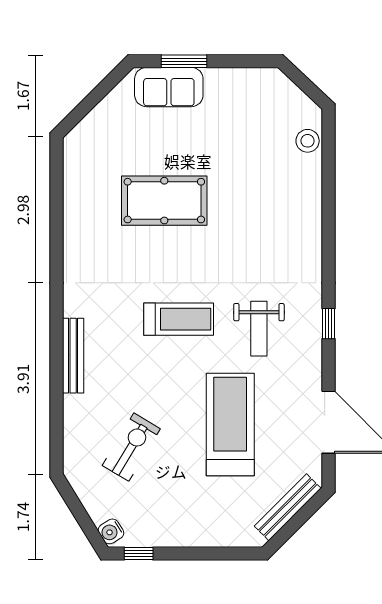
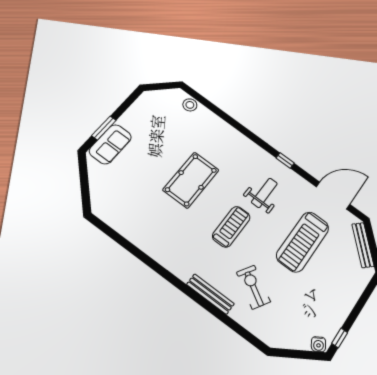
pool table: (164, 201) -> (191, 180), moved
weight bench: (259, 329) -> (264, 193), turned -90
treadmill: (230, 424) -> (303, 242), turned -90
exercise bike: (131, 447) -> (253, 287), moved

